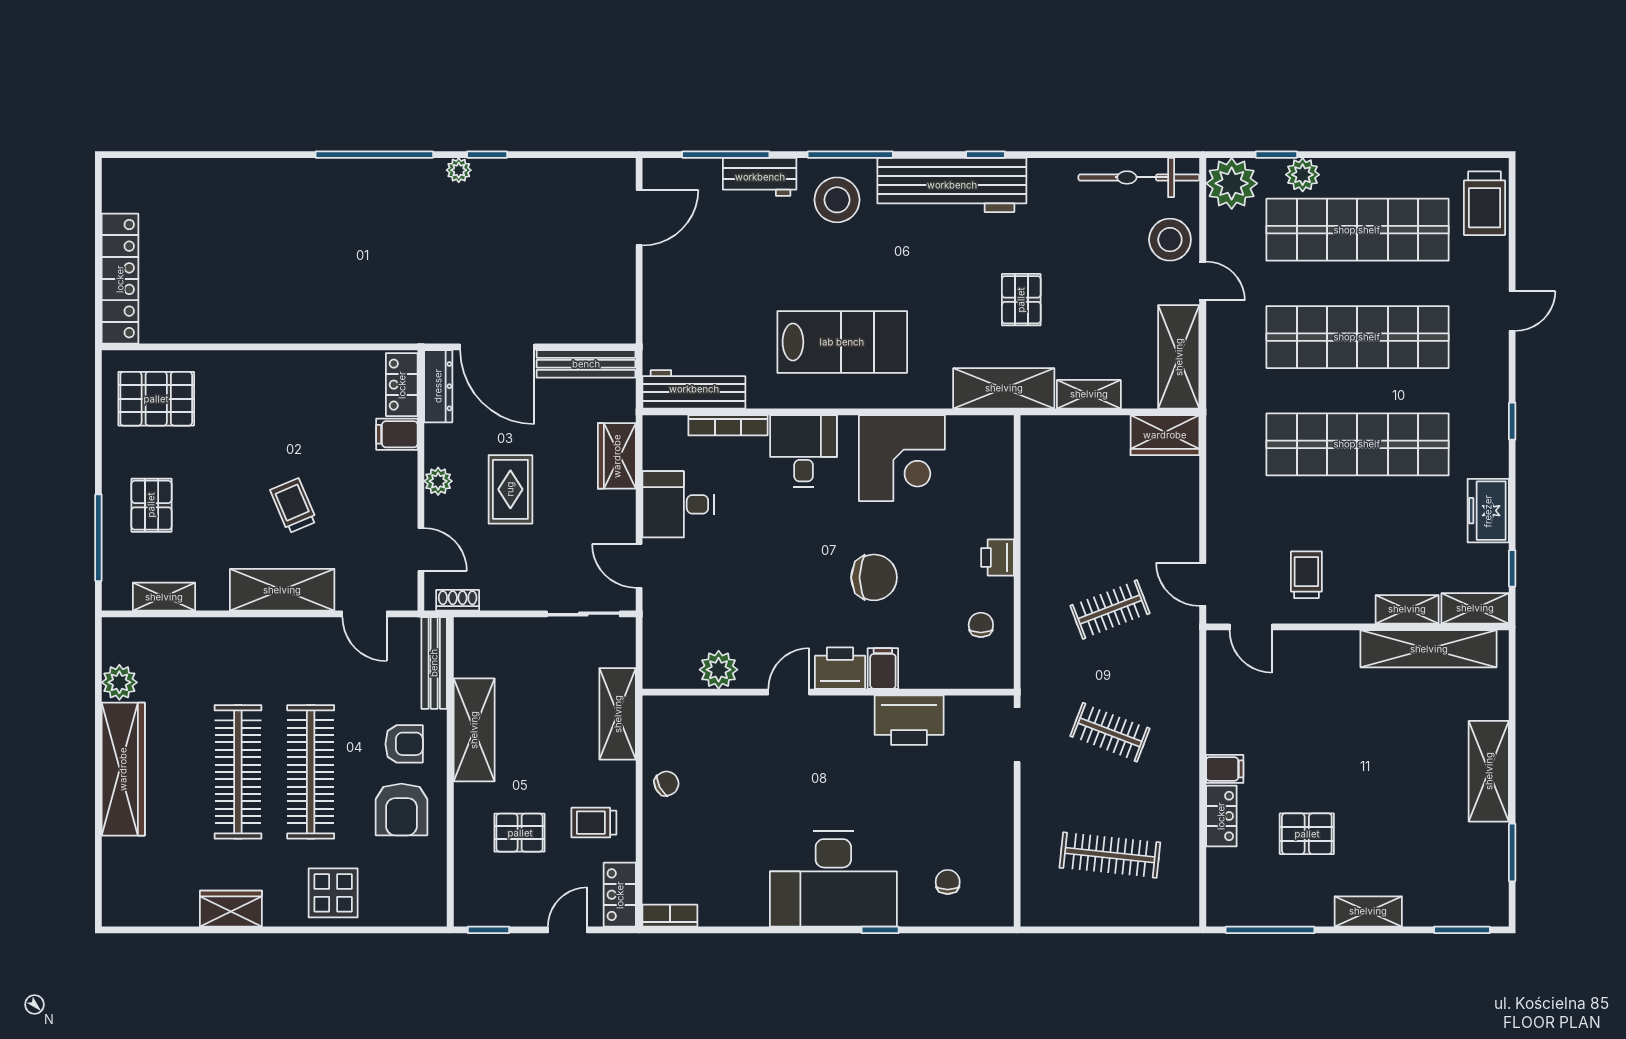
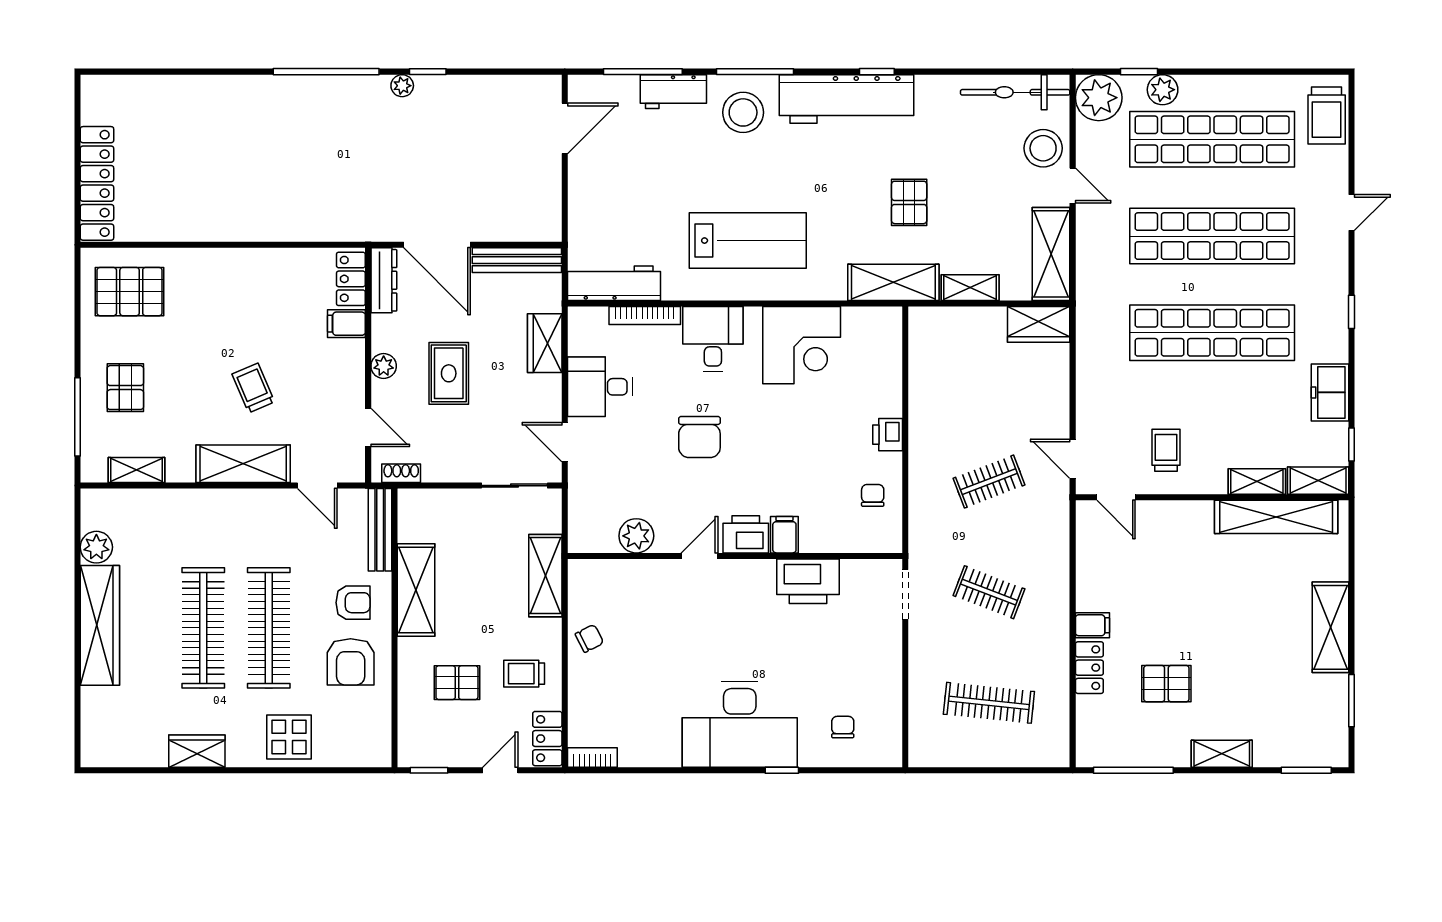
chair: (874, 577) -> (699, 437), moved, turned 90

